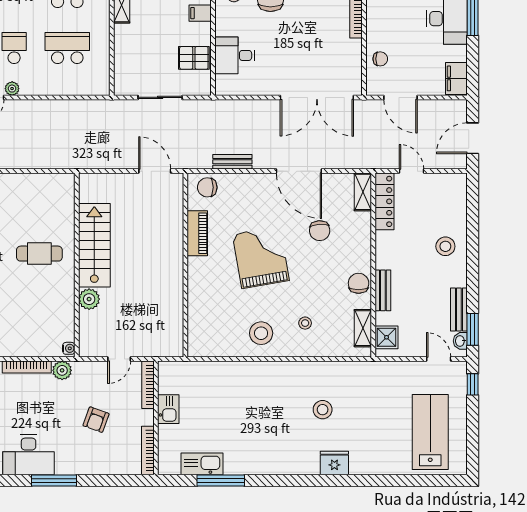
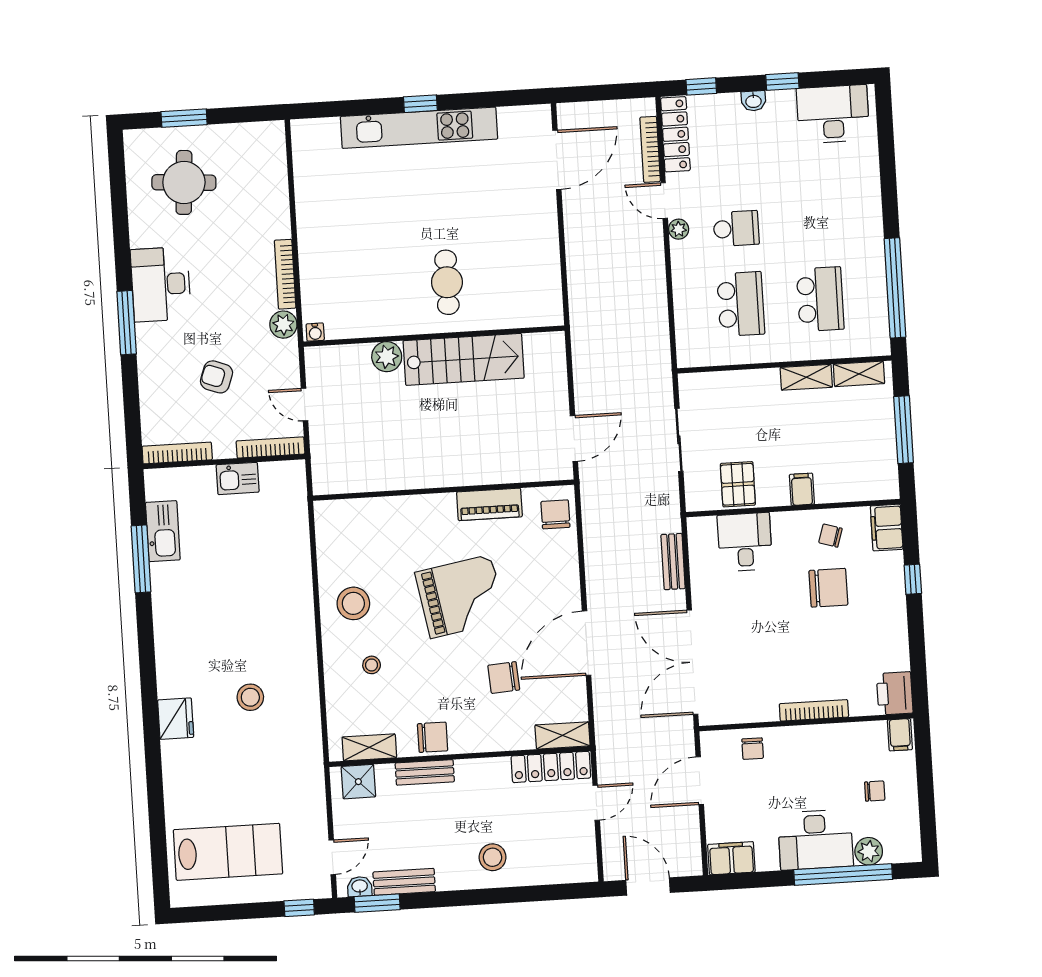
bench: (232, 162) -> (673, 562), moved

